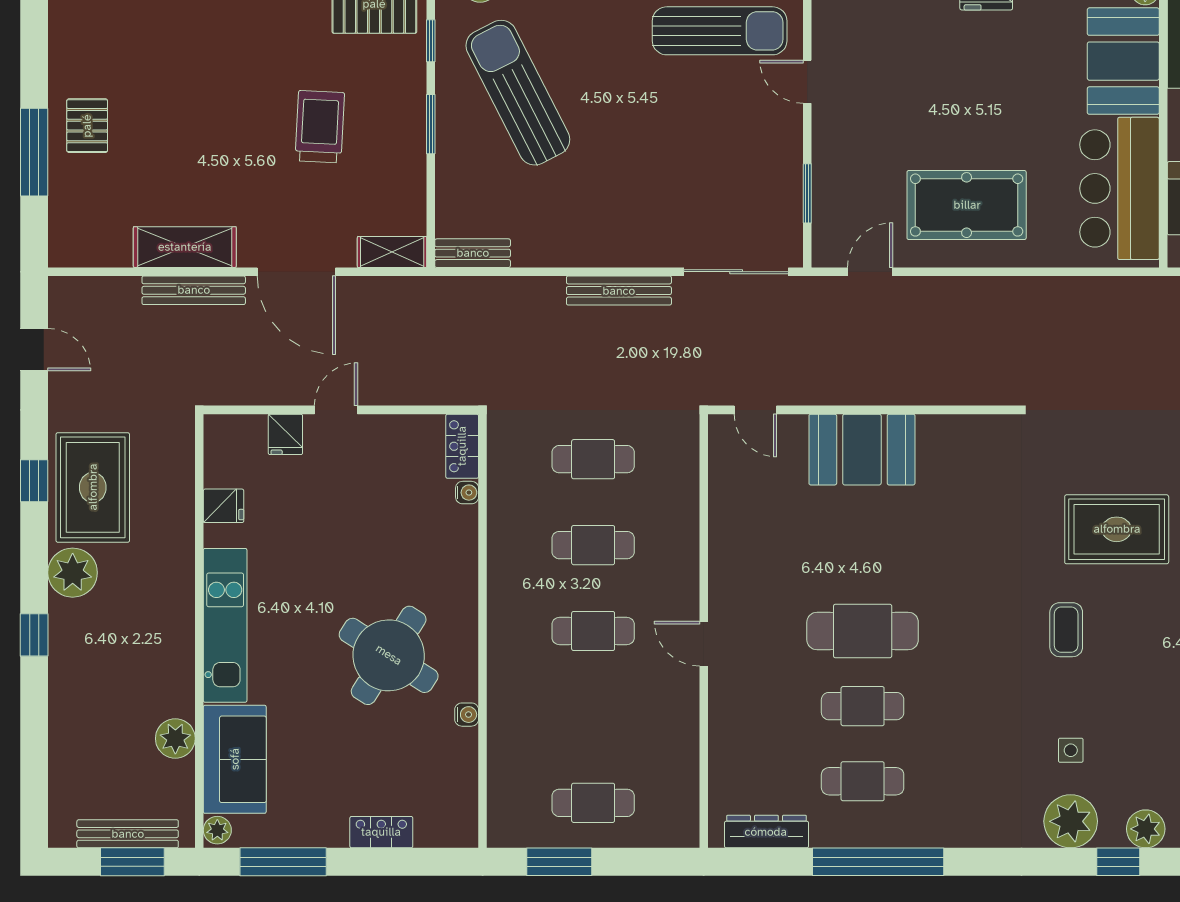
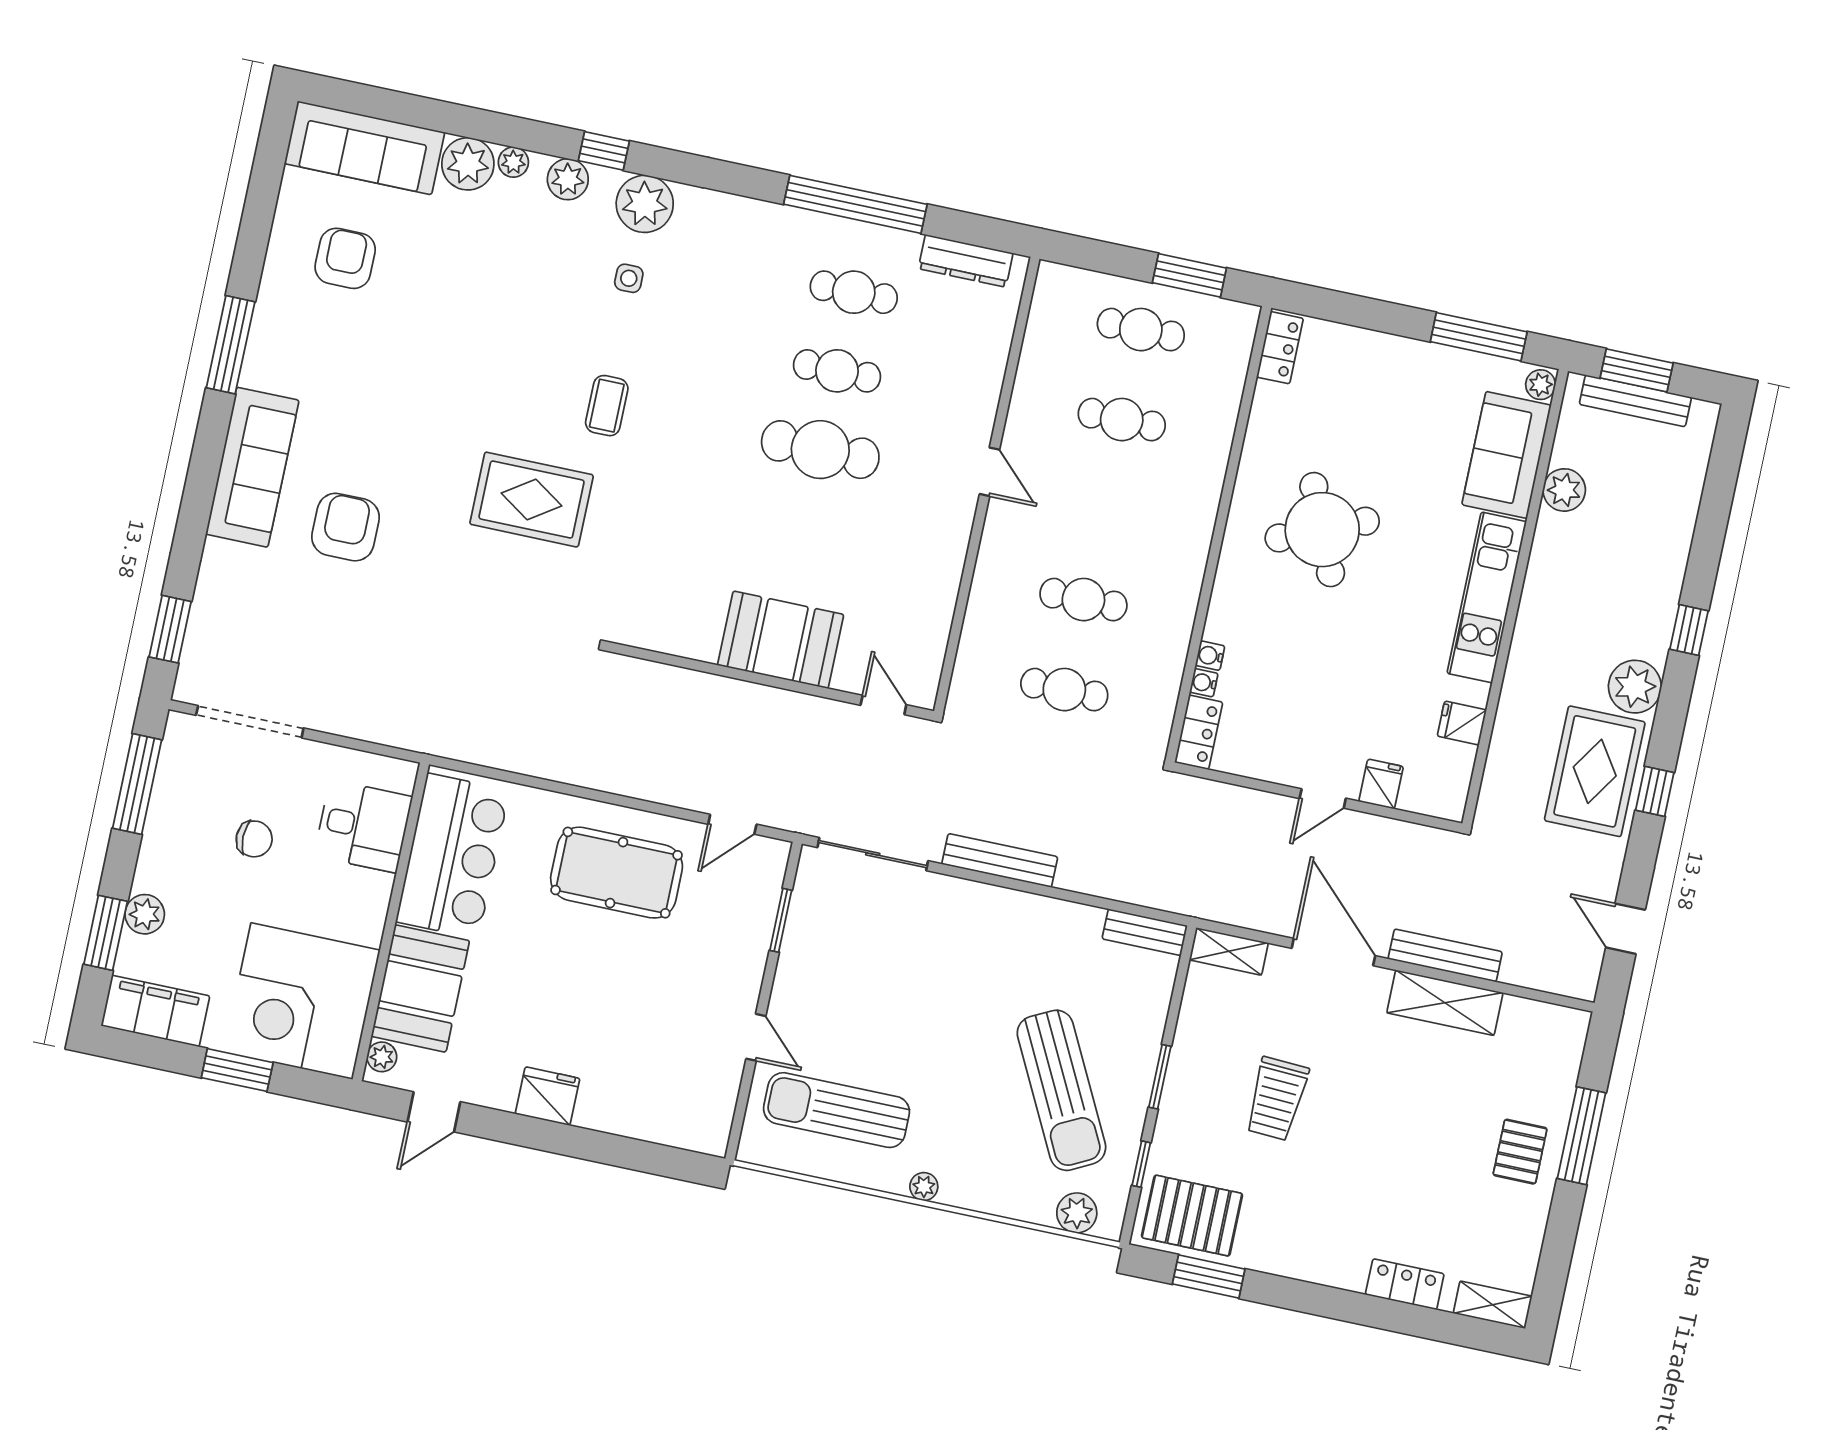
cafe table: (593, 631) -> (1122, 420), moved
round table: (389, 655) -> (1322, 530), turned 34
water cooler: (467, 715) -> (1210, 656), moved
locker: (381, 832) -> (1280, 348), moved, turned -90

